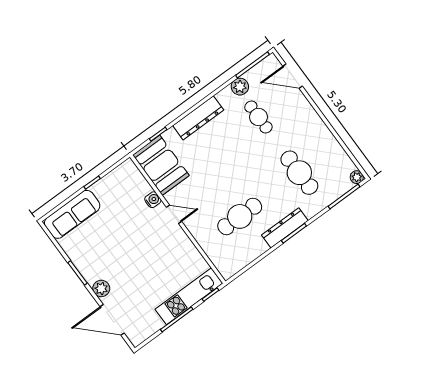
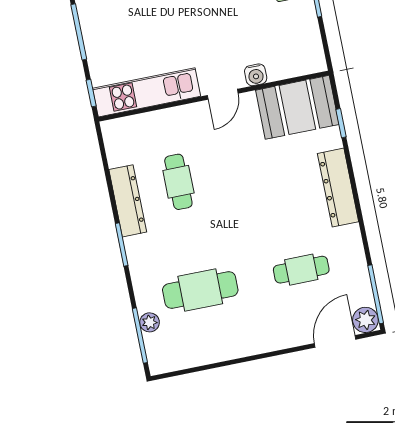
plant: (240, 87) -> (365, 320), moved
plant: (357, 177) -> (150, 322), moved
cafe table: (240, 216) -> (178, 182), width x0.73, depth x0.74
dresser: (285, 228) -> (128, 201), moved
kitchen unit: (189, 296) -> (147, 92), moved, turned -90

